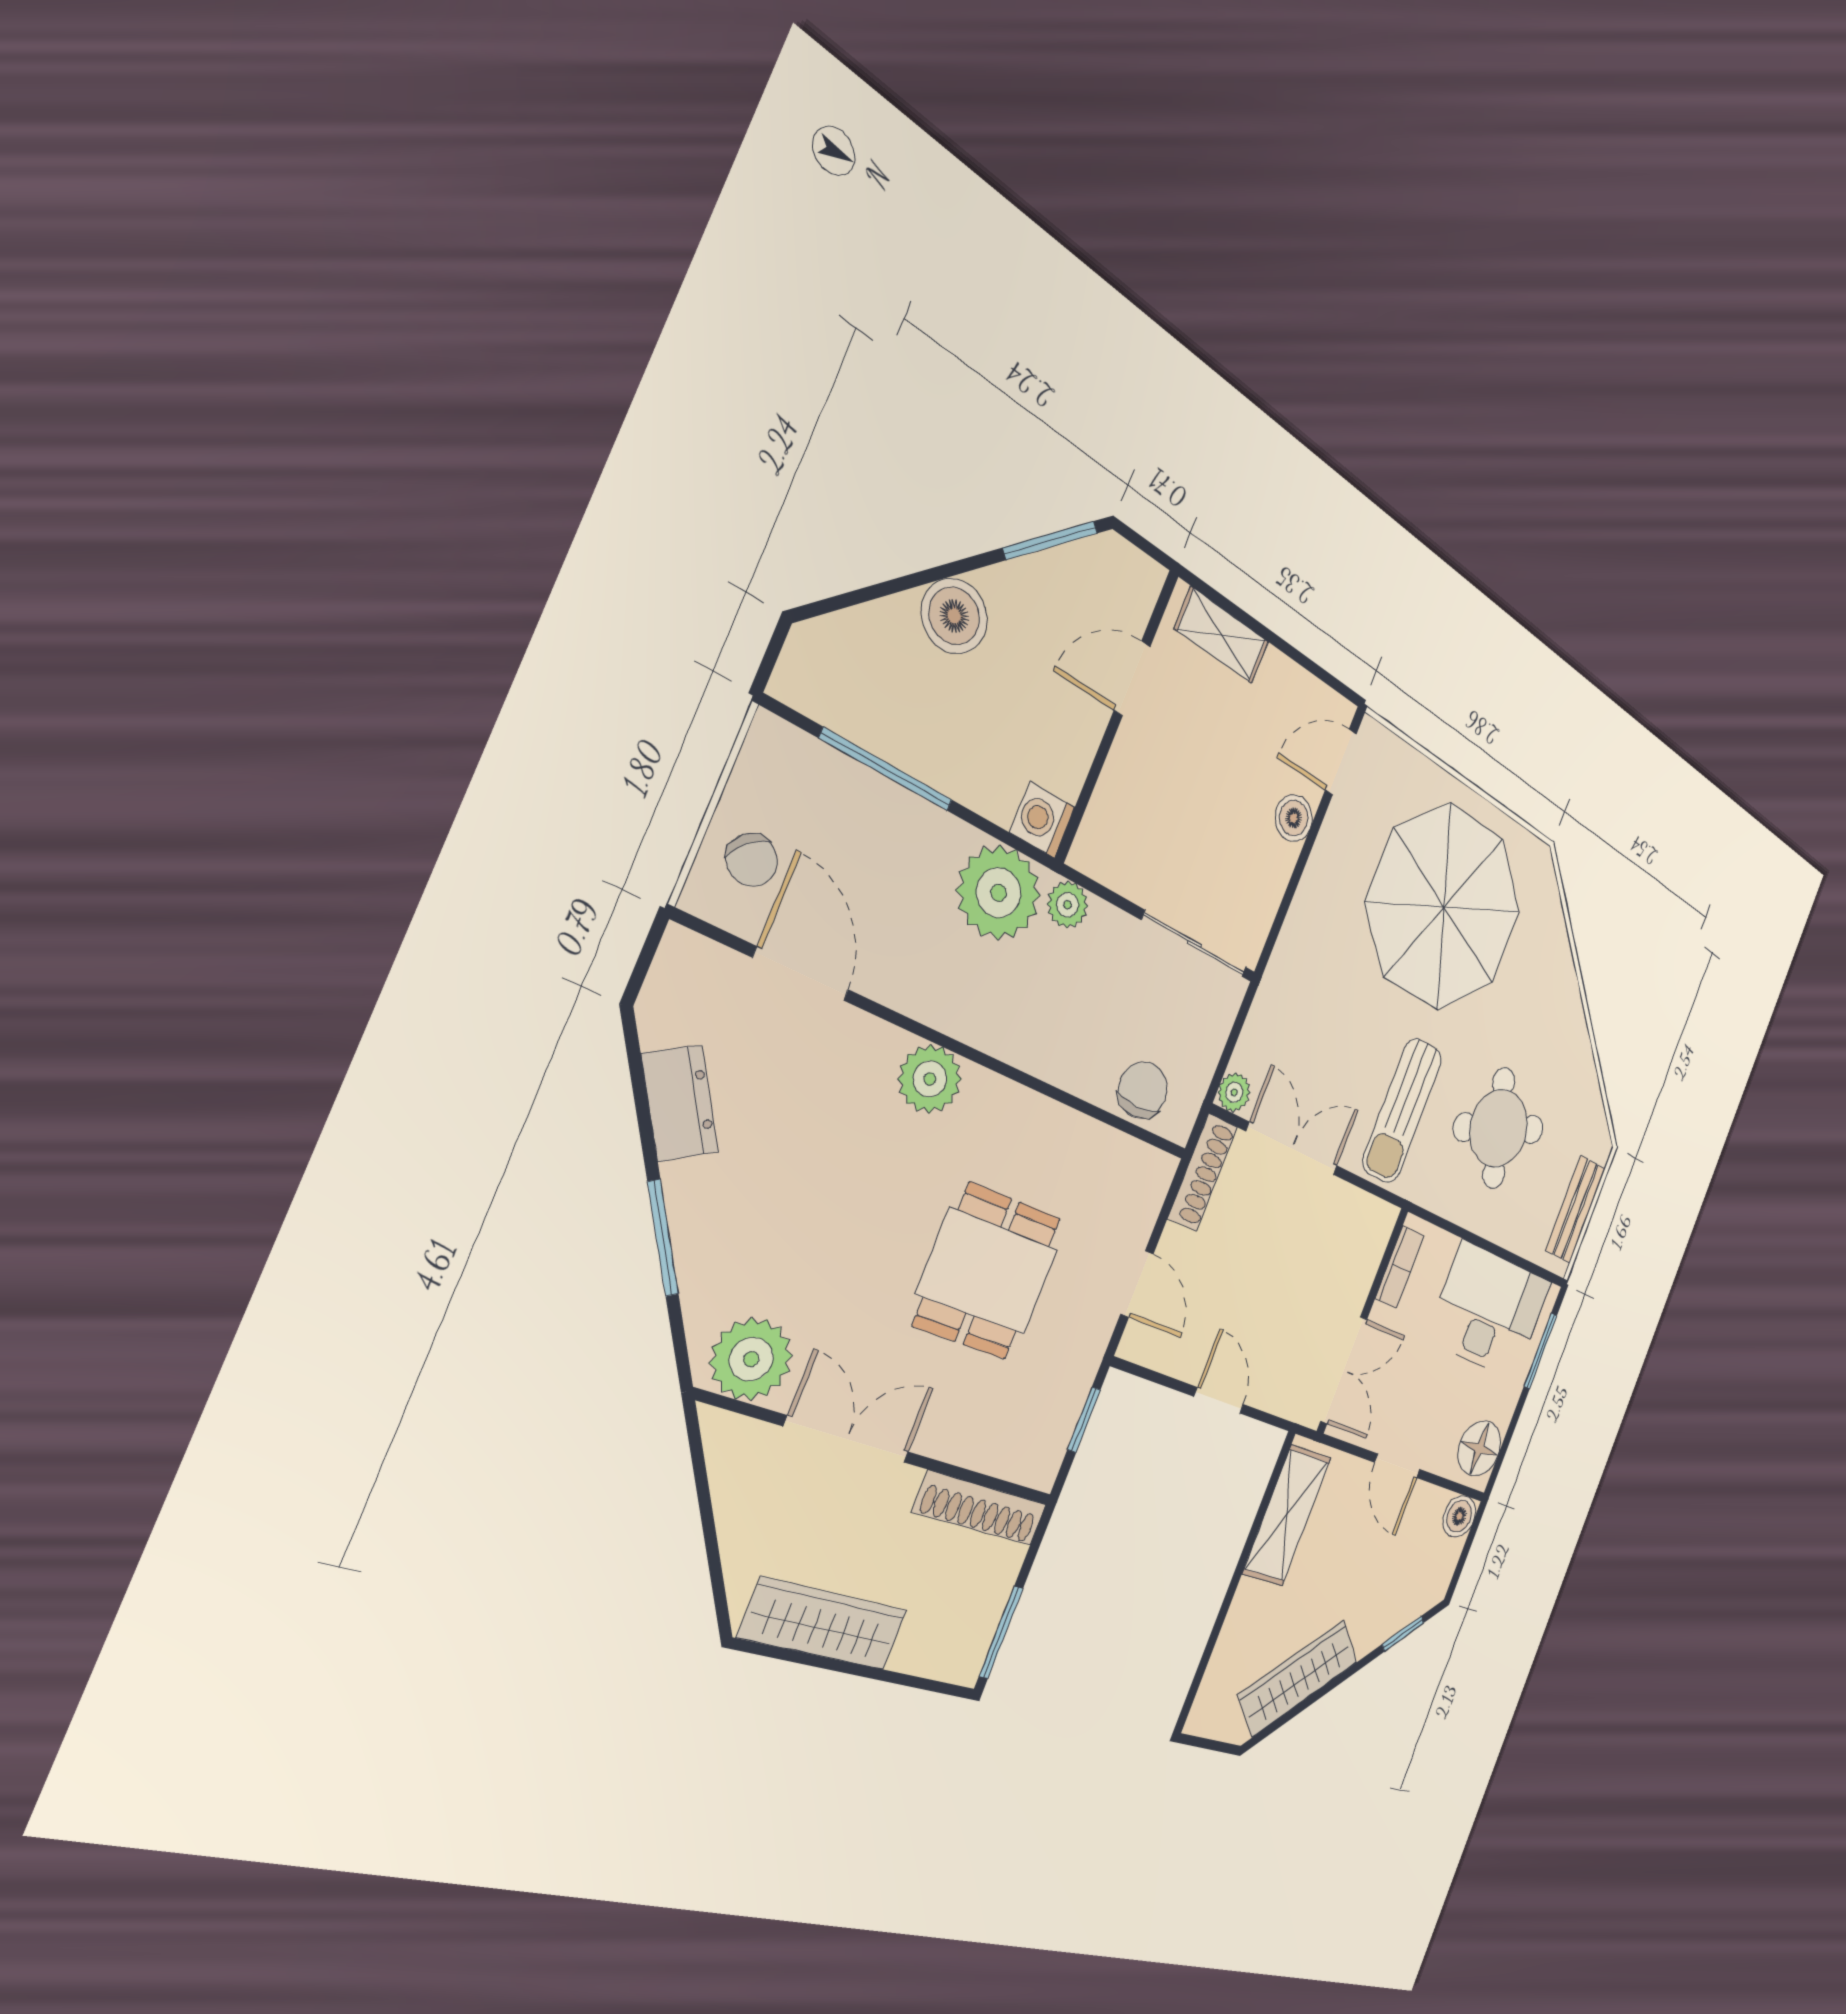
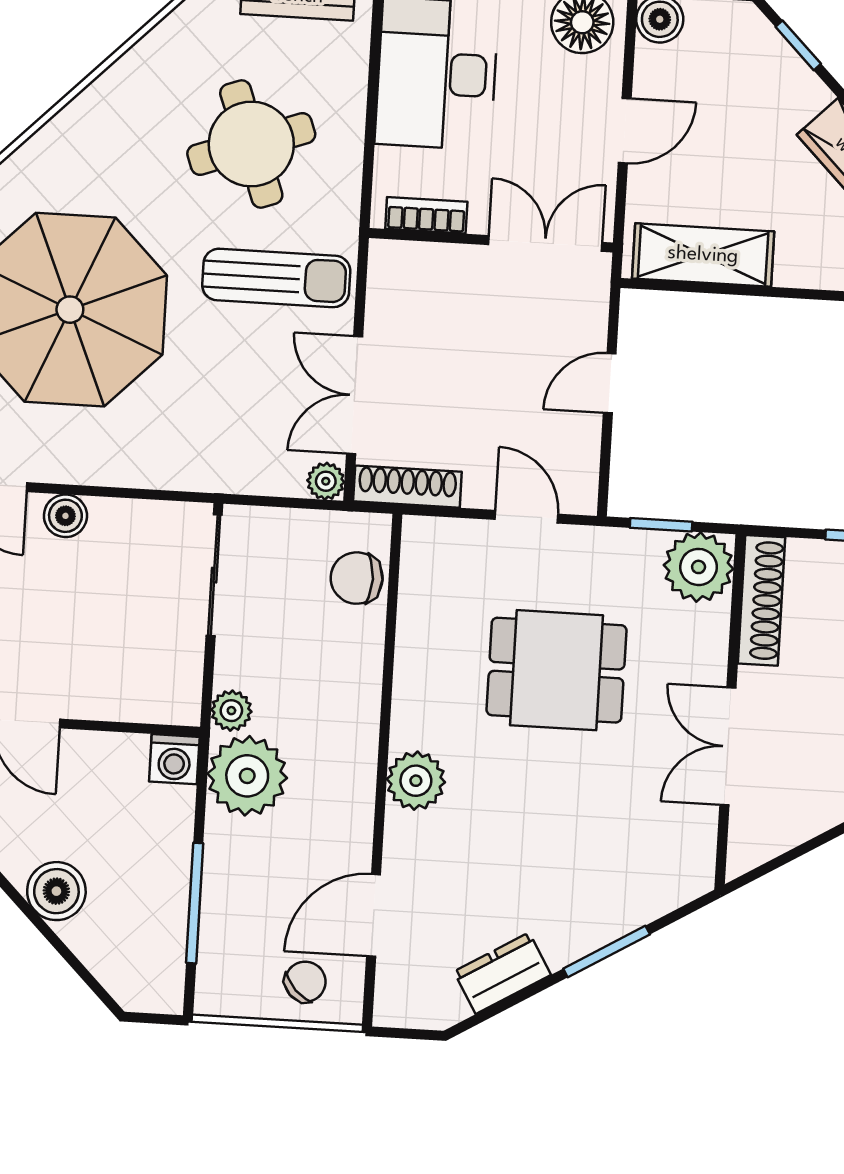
door: (1137, 1284) -> (526, 517), hinge flipped
plant: (751, 1359) -> (699, 567), moved

